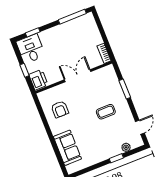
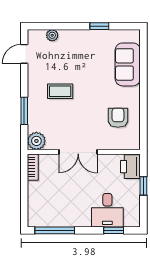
desk: (31, 49) -> (107, 210), moved
plant: (108, 72) -> (36, 141), added
window: (116, 158) -> (99, 26), moved

